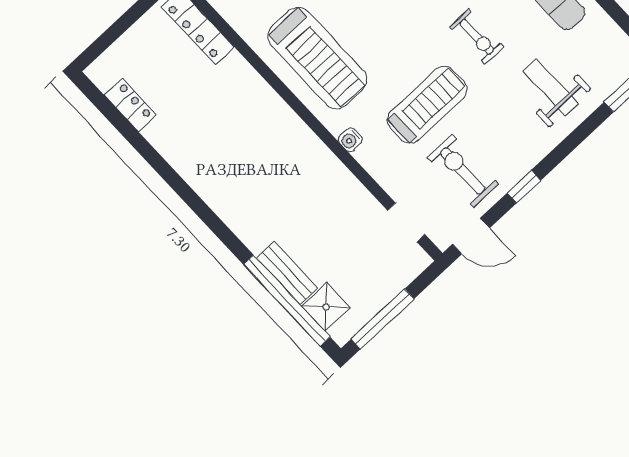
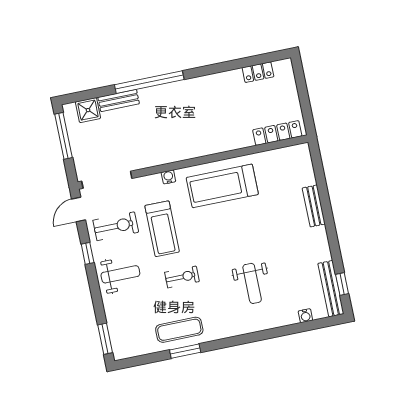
exercise bike: (477, 37) -> (182, 277), turned 180
weight bench: (551, 87) -> (120, 274), moved
doorway: (406, 222) -> (107, 180), width x1.87
window: (287, 301) -> (149, 82), moved

